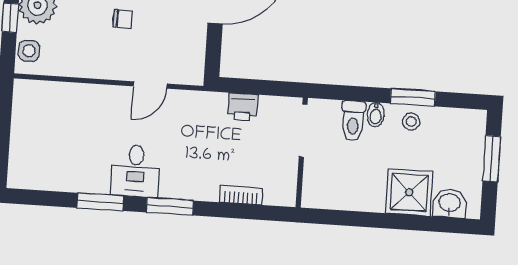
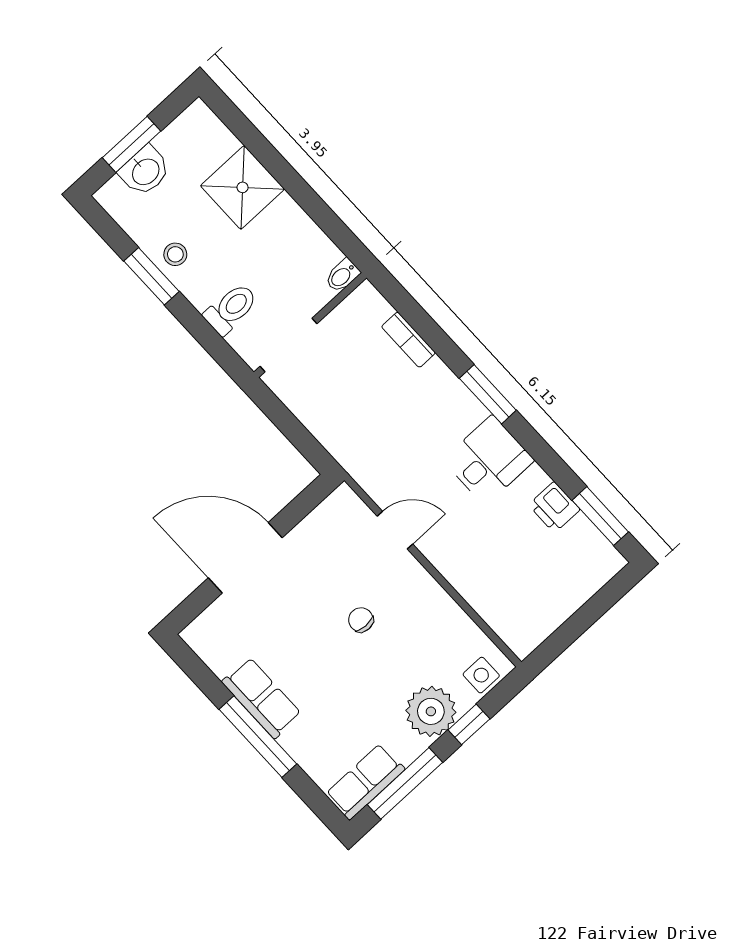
printer: (243, 107) -> (554, 507), moved, turned 180
bidet: (376, 115) -> (342, 276), moved, turned 180
window: (100, 202) -> (600, 516), moved
washbasin: (450, 203) -> (145, 171), moved, turned -90

